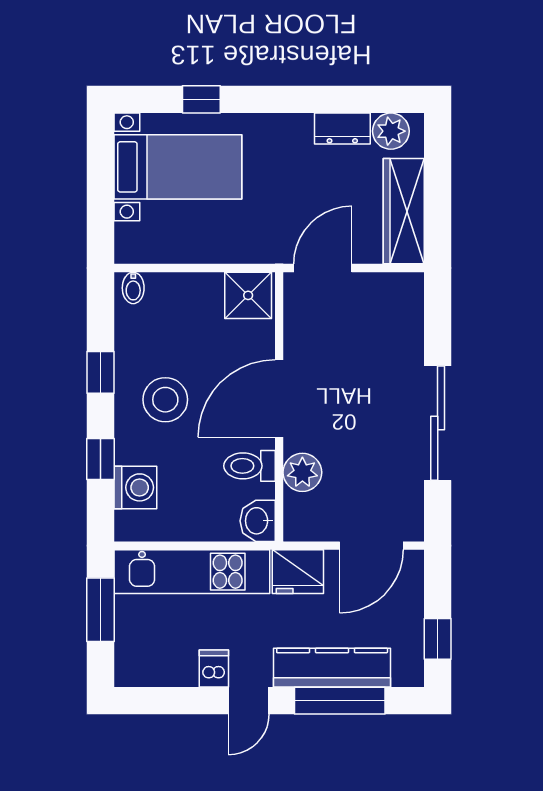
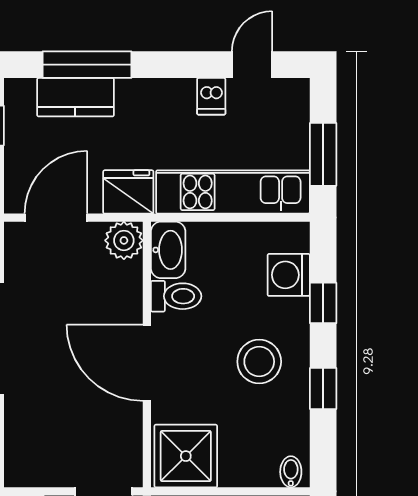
shower: (248, 295) -> (186, 456), width x1.36, depth x1.36
door: (279, 399) -> (147, 363), swing flipped
plant: (302, 472) -> (124, 240), moved
washbasin: (258, 521) -> (168, 250), width x1.38
kitchen counter: (332, 668) -> (75, 97), width x0.67
door: (249, 701) -> (252, 65), moved

